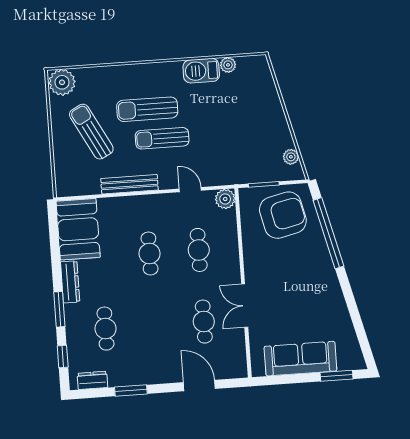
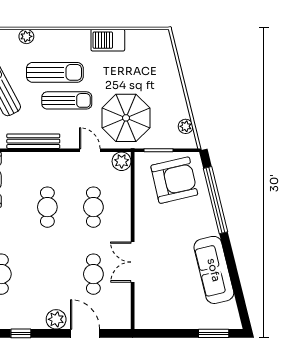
plant: (228, 65) -> (26, 36), moved
sun lounger: (147, 109) -> (55, 72), turned 180
sun lounger: (162, 138) -> (67, 100), turned 180
parasol: (227, 152) -> (126, 118), added
sofa: (300, 359) -> (214, 270), moved, turned -104
plant: (167, 373) -> (56, 319), added
window: (131, 390) -> (21, 333), width x0.67

